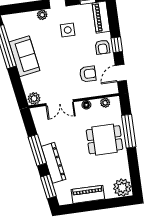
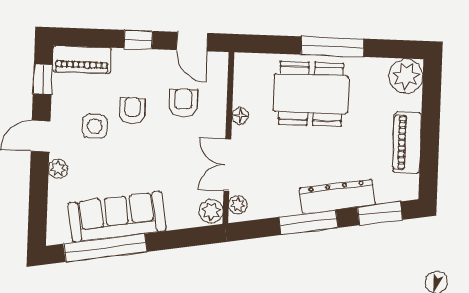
armchair: (102, 47) -> (132, 111), moved, turned -90
sofa: (24, 56) -> (117, 217), width x1.36
double door: (60, 103) -> (227, 165), swing flipped
plant: (105, 103) -> (238, 205), moved
window: (129, 131) -> (332, 47), moved
dining table: (104, 140) -> (311, 94), width x1.37

